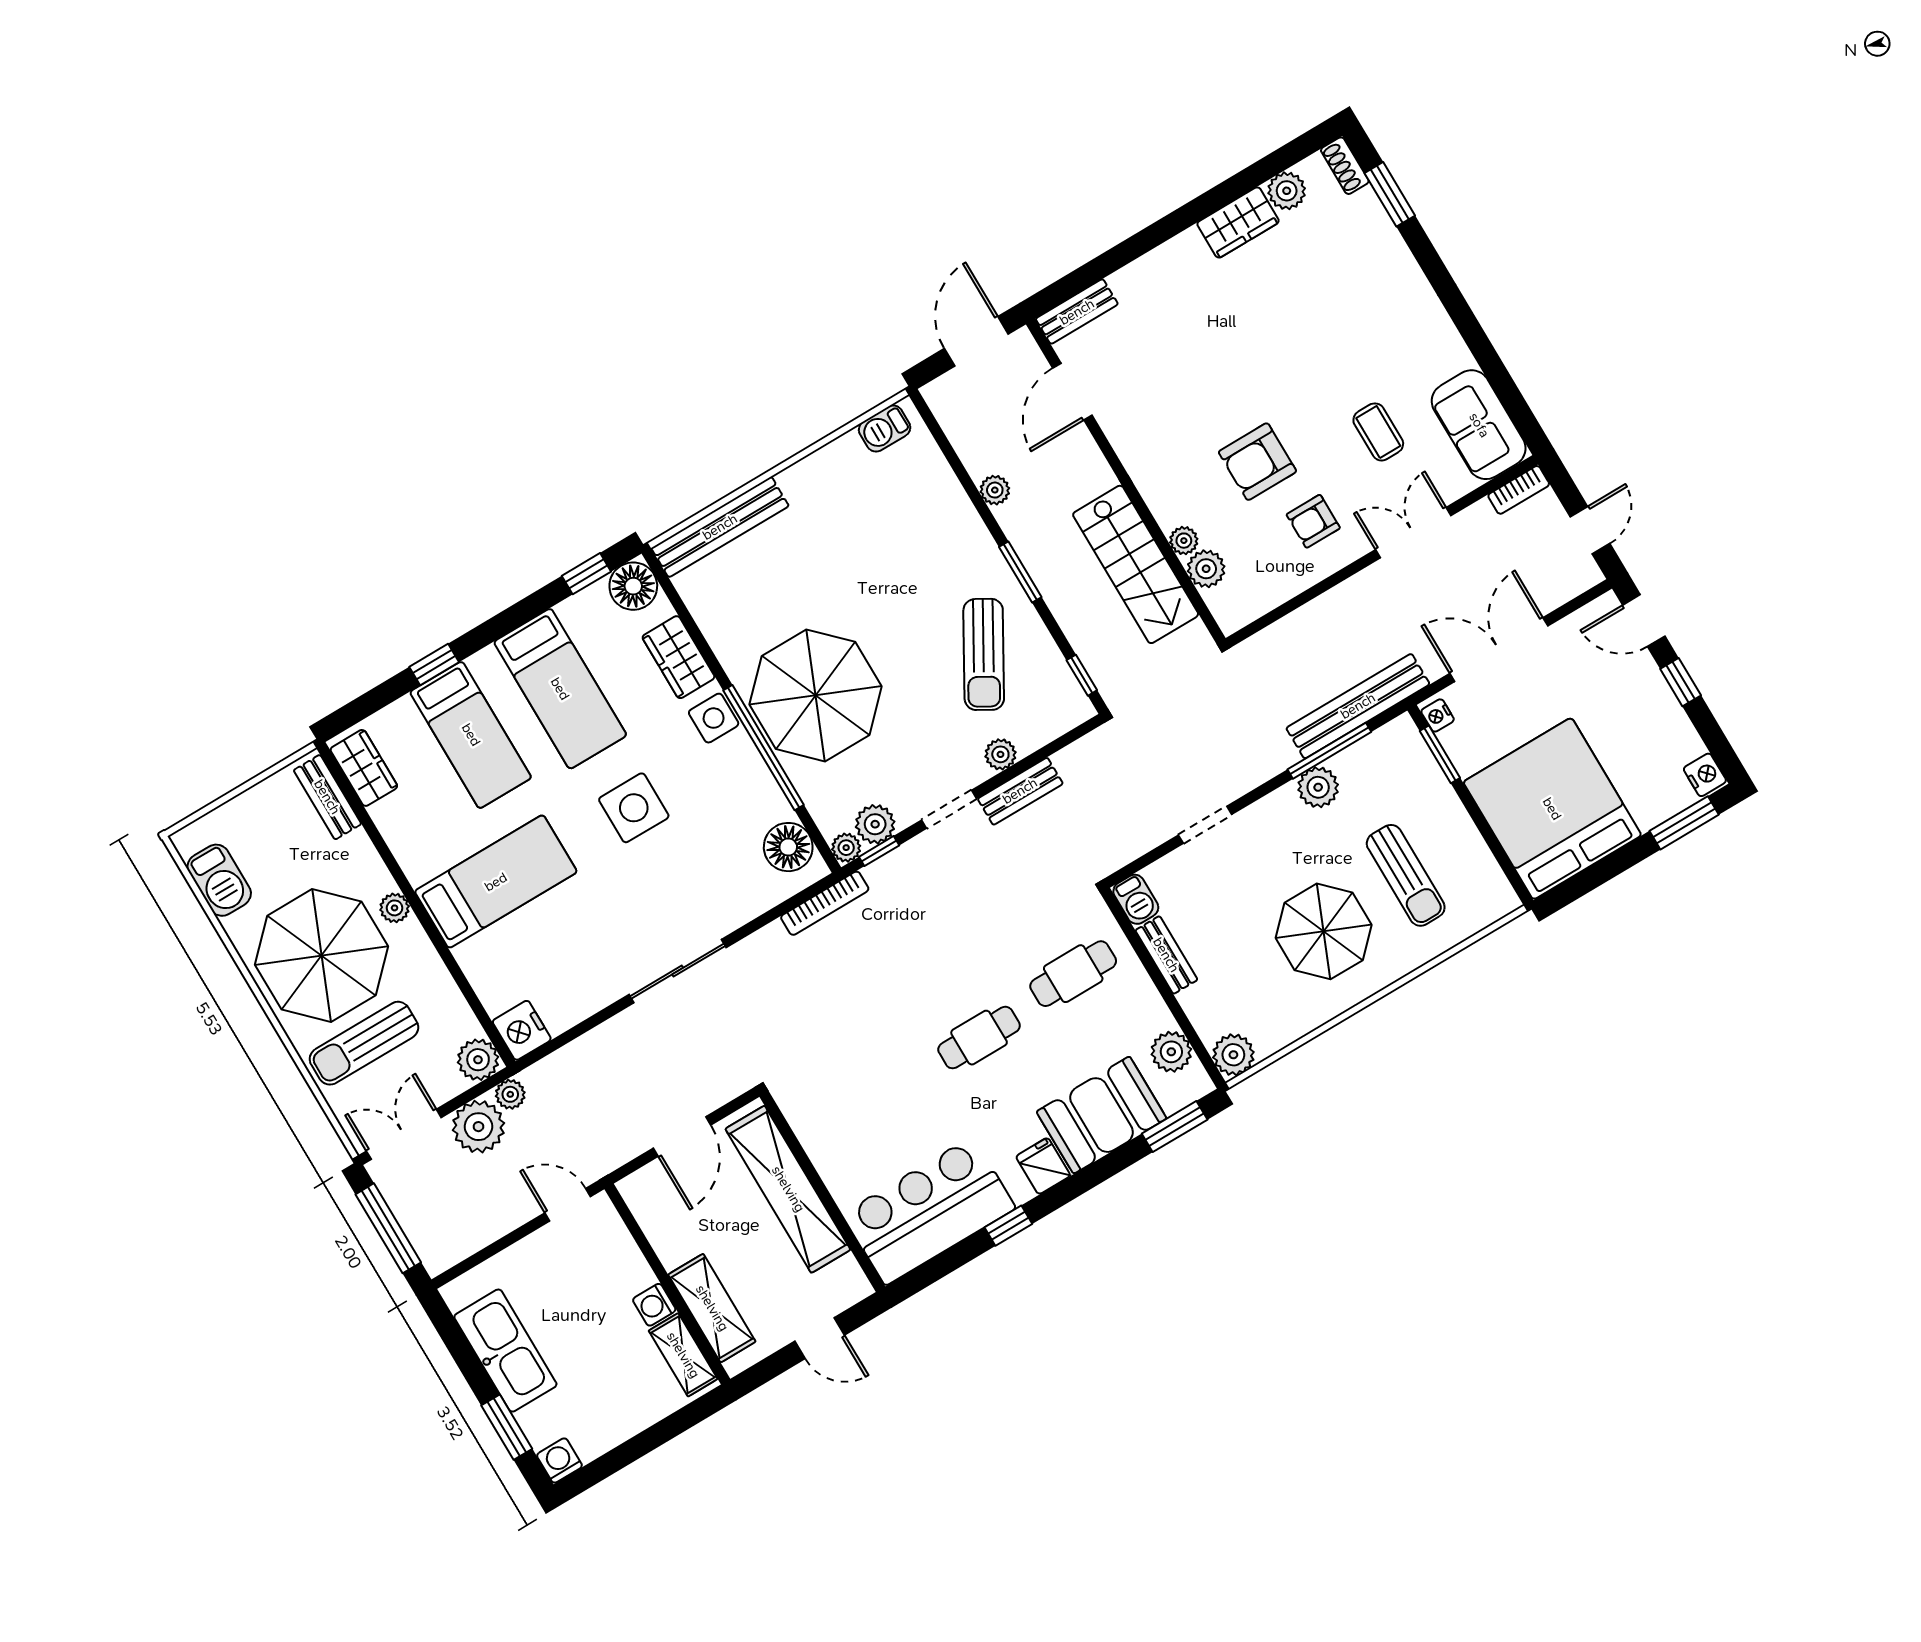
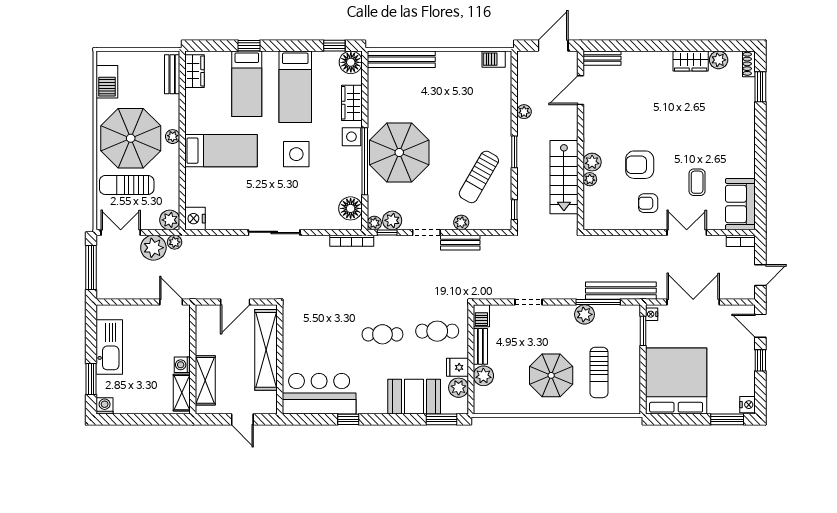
plant: (1206, 569) -> (592, 162), moved
plant: (1233, 1055) -> (483, 376), moved
fridge: (1043, 1166) -> (457, 367), moved, turned -90

